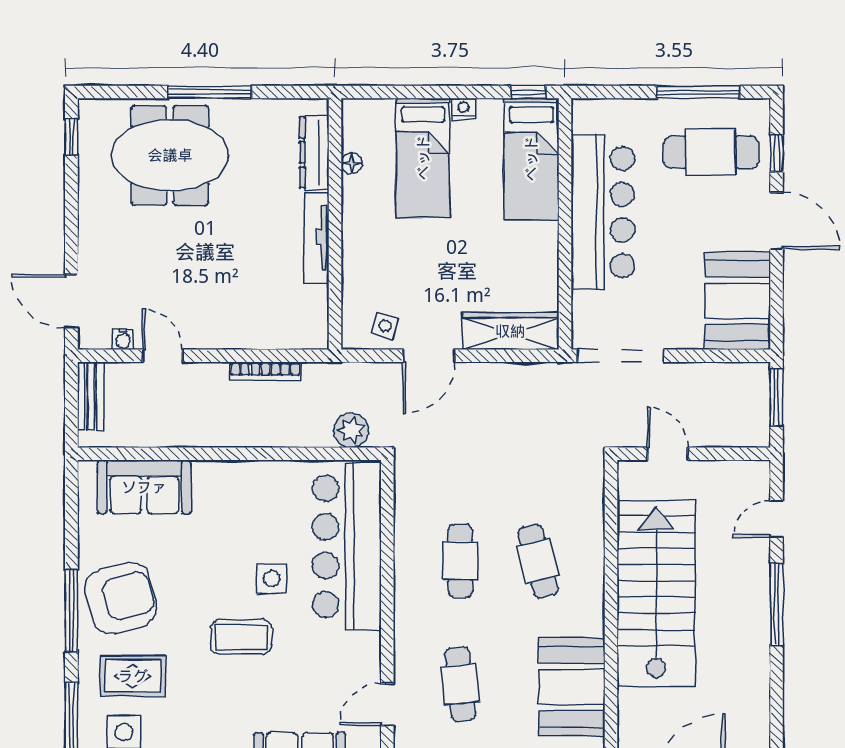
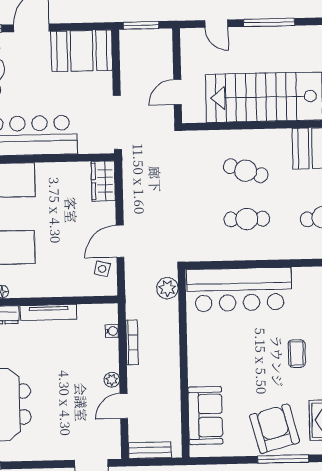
wardrobe: (510, 331) -> (103, 181), width x0.67
plant: (206, 337) -> (112, 380), added
water cooler: (123, 339) -> (112, 331), moved
door: (429, 356) -> (120, 241), swing flipped
cafe table: (538, 561) -> (246, 171), turned 33
side table: (272, 579) -> (260, 335), removed
coffee table: (241, 637) -> (297, 354), width x0.73, depth x0.77

